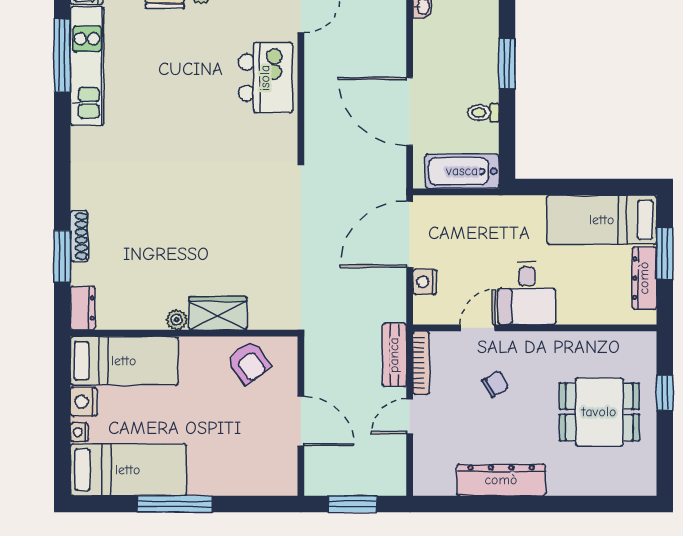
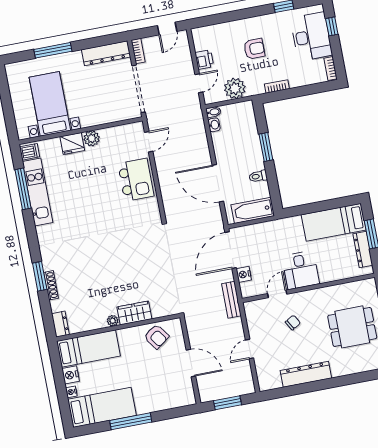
window: (62, 256) -> (40, 276), moved
bench: (394, 355) -> (231, 300), moved
bookcase: (421, 363) -> (250, 319), removed

